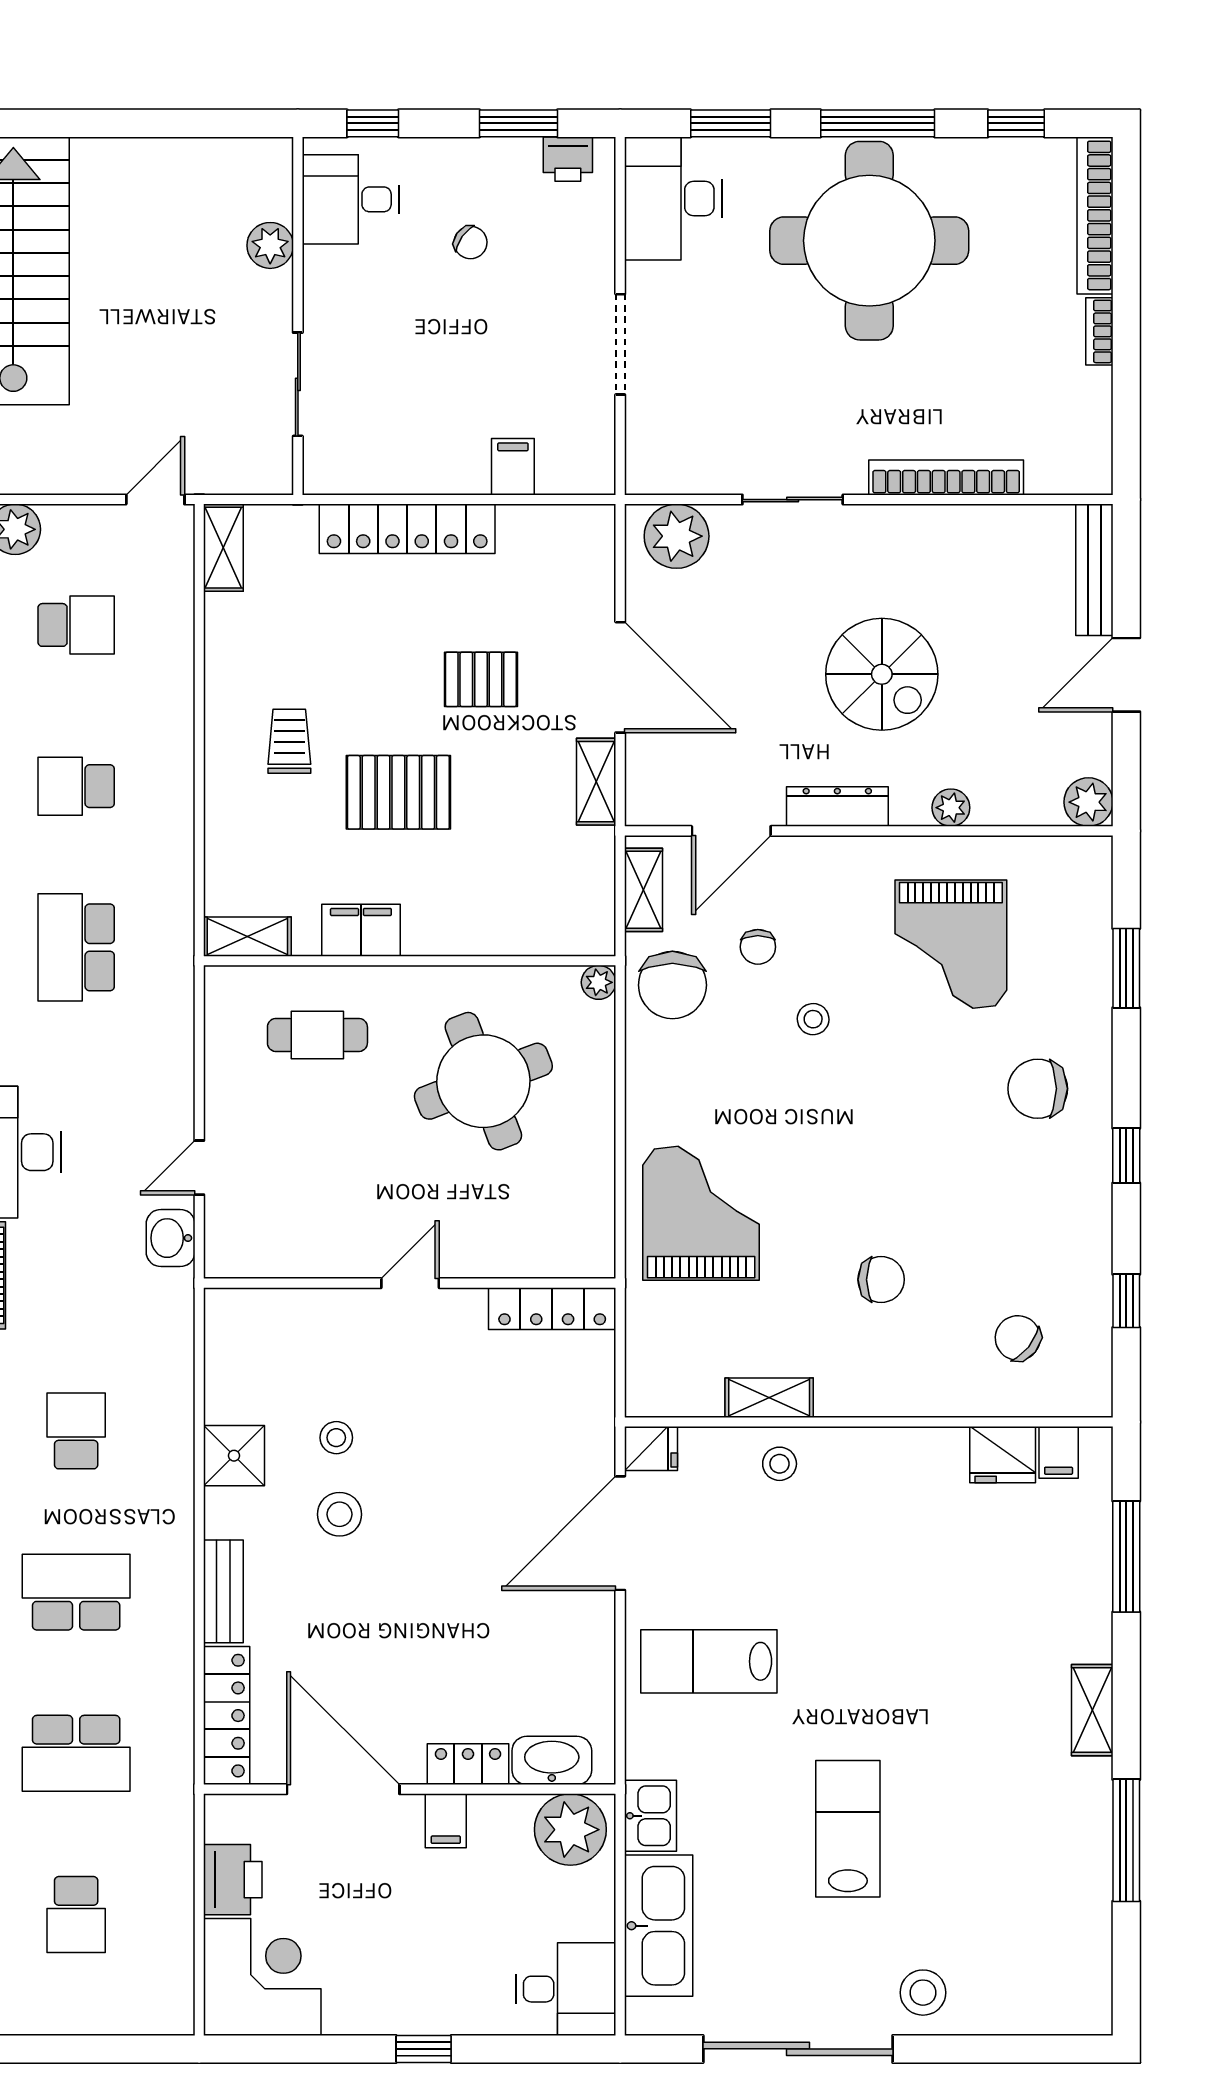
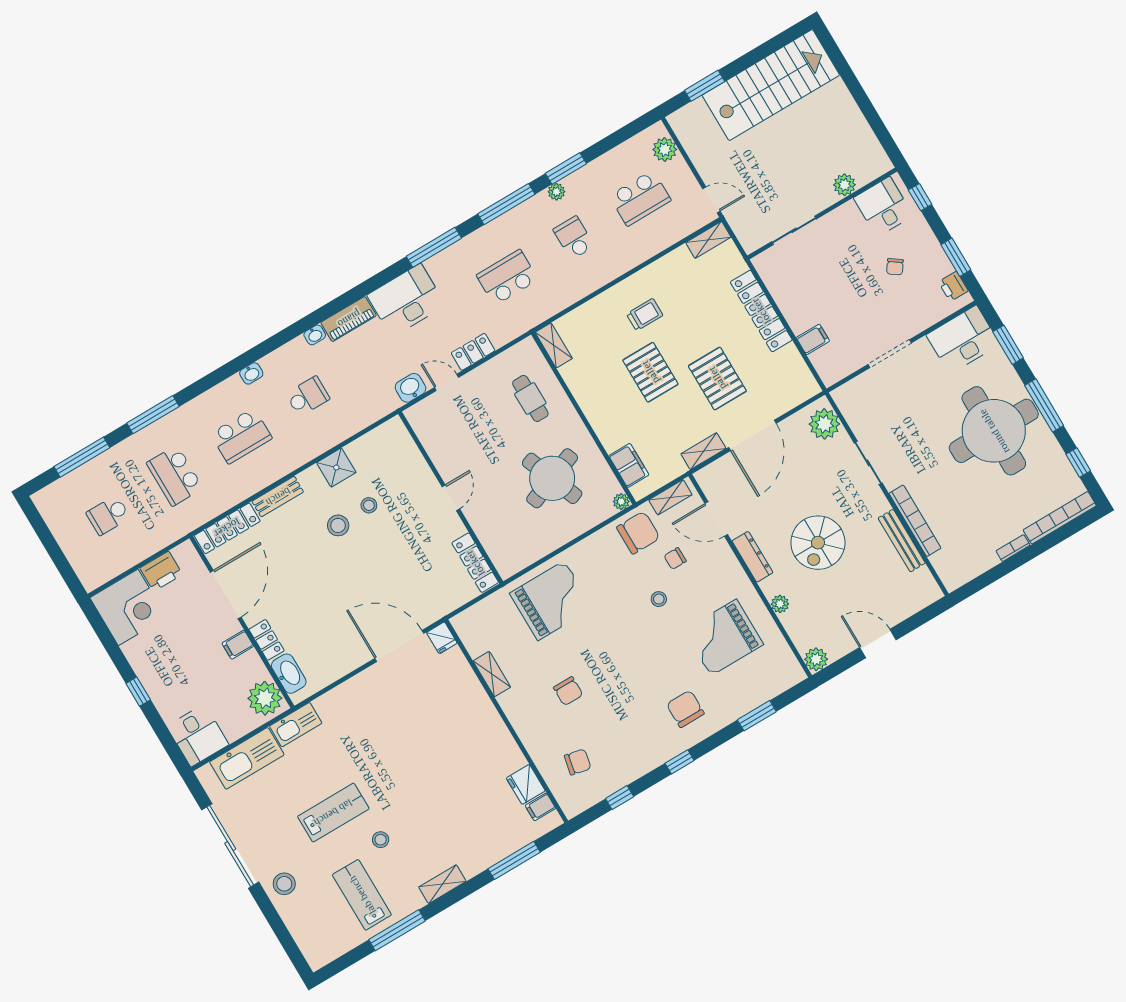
bench: (1094, 570) -> (902, 541), moved, turned 90
school desk: (76, 625) -> (640, 198), width x1.85
pallet: (481, 679) -> (717, 378), width x1.50, depth x1.42
filing cabinet: (361, 930) -> (629, 465), moved
chair: (672, 985) -> (638, 533), turned 180
locker: (173, 1088) -> (473, 352), added
door: (410, 1283) -> (451, 498), hinge flipped
chair: (1018, 1338) -> (578, 762), turned 63
stool: (780, 1464) -> (381, 840), moved
school desk: (76, 1592) -> (241, 436), turned 90
lab bench: (709, 1661) -> (362, 895), moved
kitchen sink: (651, 1816) -> (296, 725), width x1.38

